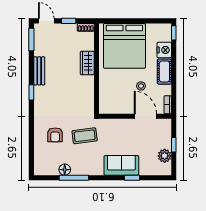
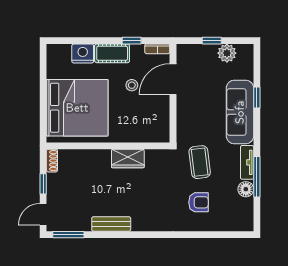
window: (174, 33) -> (132, 41), moved
wardrobe: (87, 63) -> (128, 159), moved
window: (31, 92) -> (140, 235), removed
sofa: (121, 165) -> (240, 112), width x1.36
tv unit: (84, 171) -> (247, 162), added

